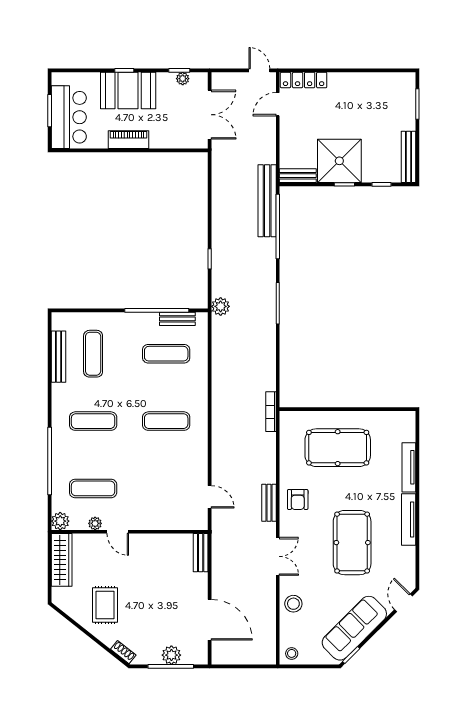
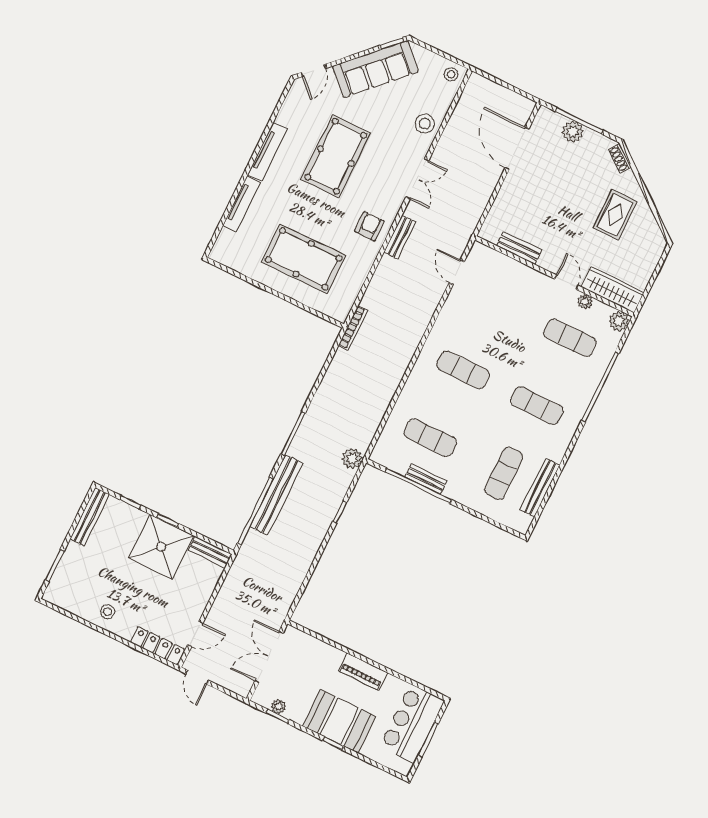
stool: (357, 88) -> (108, 612), added
bench: (267, 201) -> (277, 495), moved
bench: (177, 319) -> (426, 479), moved
bench: (201, 553) -> (519, 248), moved, turned 90
double door: (278, 556) -> (417, 179), swing flipped
wardrobe: (62, 560) -> (612, 290), moved, turned 90

